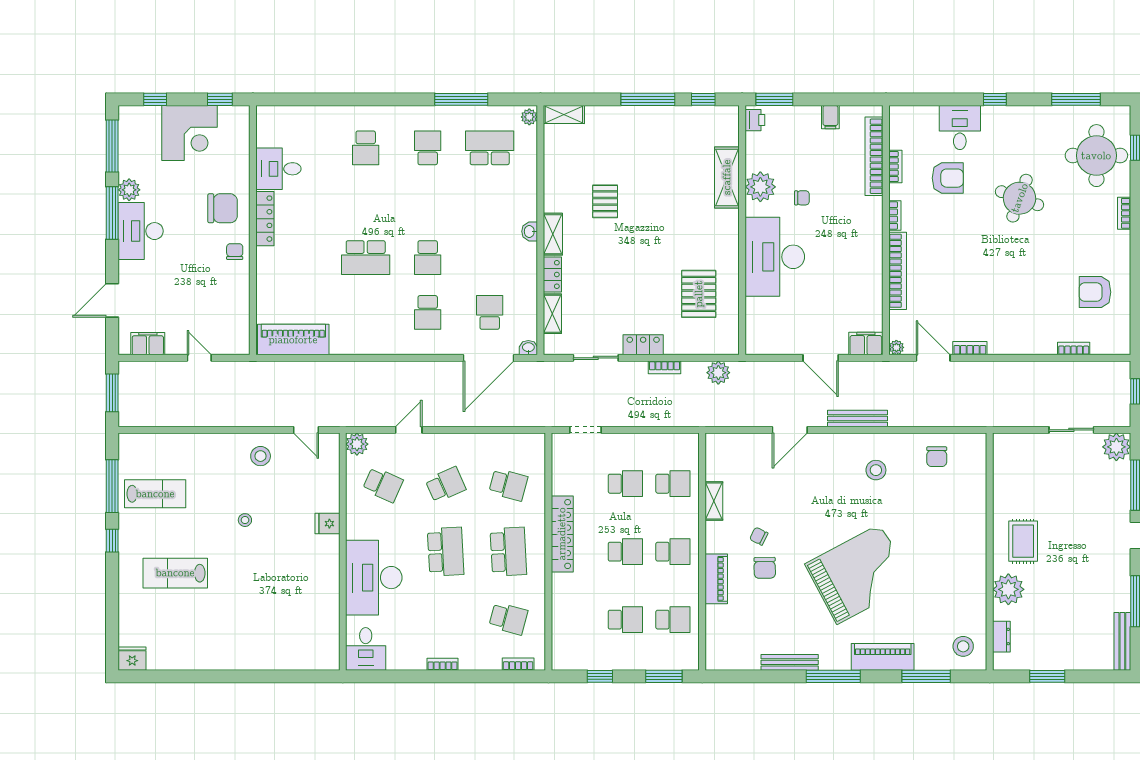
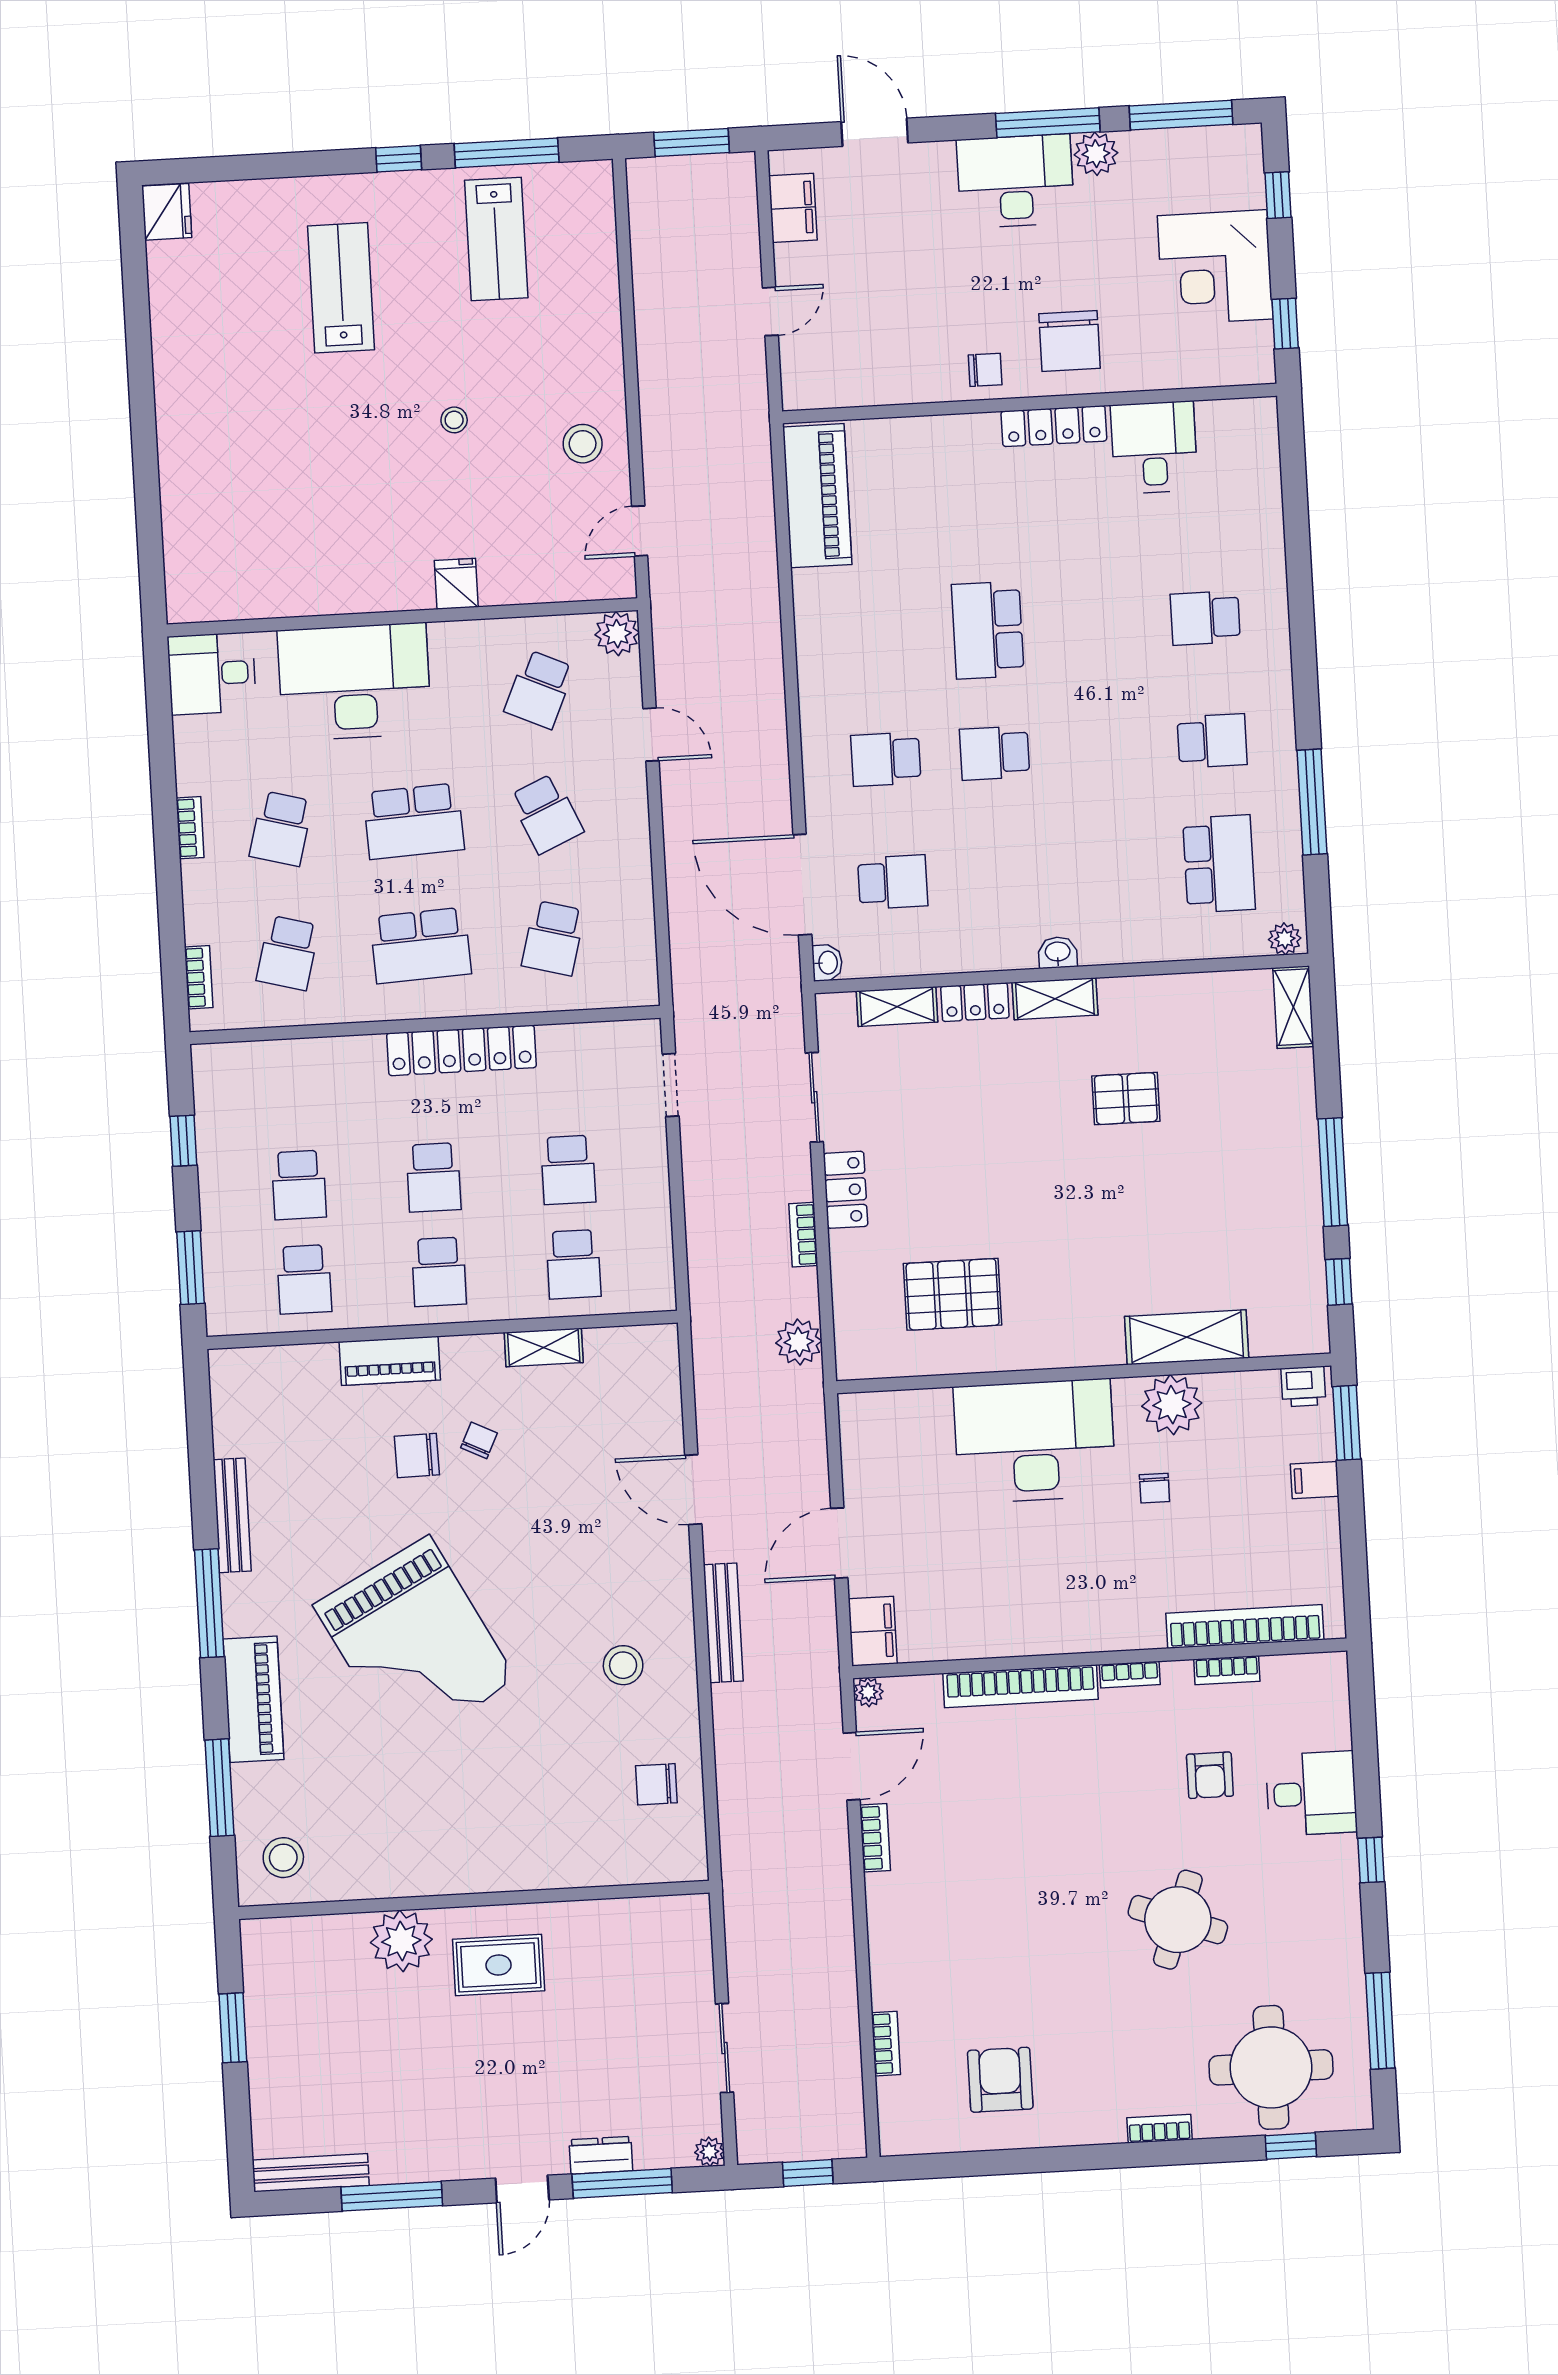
filing cabinet: (830, 117) -> (1315, 1480), moved
armchair: (948, 178) -> (1210, 1775), width x0.72, depth x0.72
plant: (1116, 447) -> (709, 2152), width x0.53, depth x0.53
school desk: (446, 619) -> (281, 829), added
dresser: (1001, 637) -> (601, 2155), moved, turned 180

